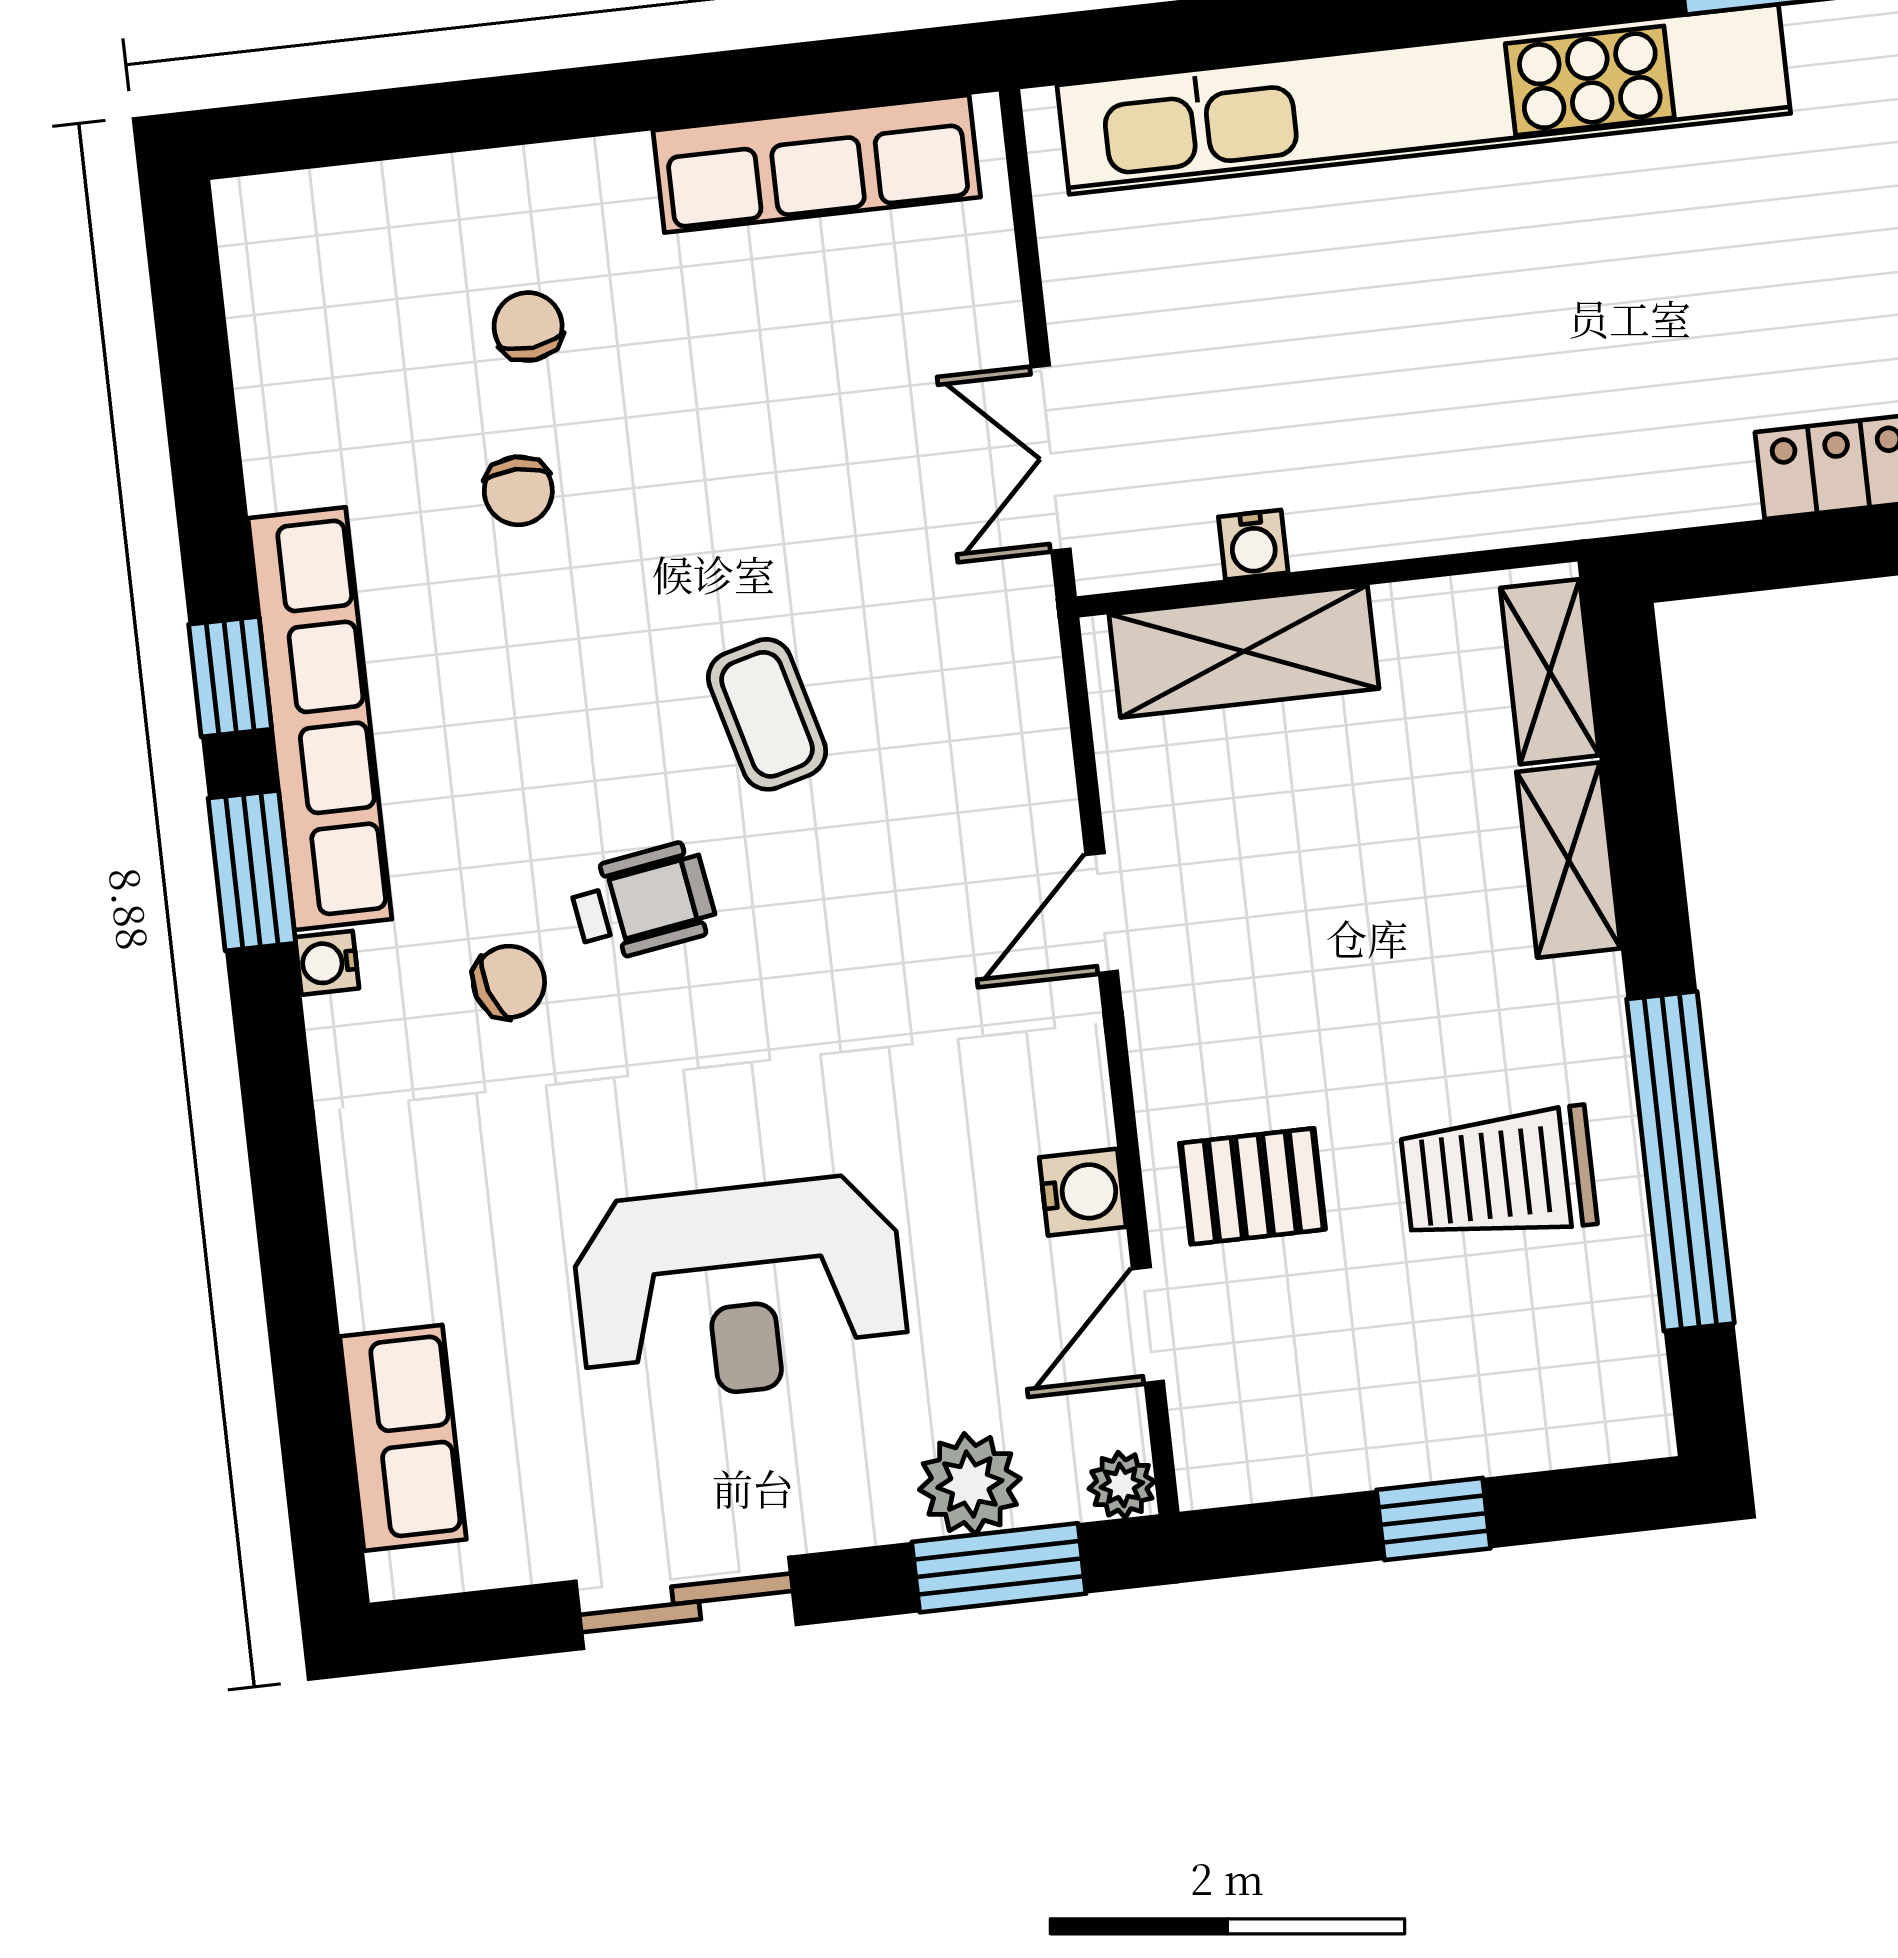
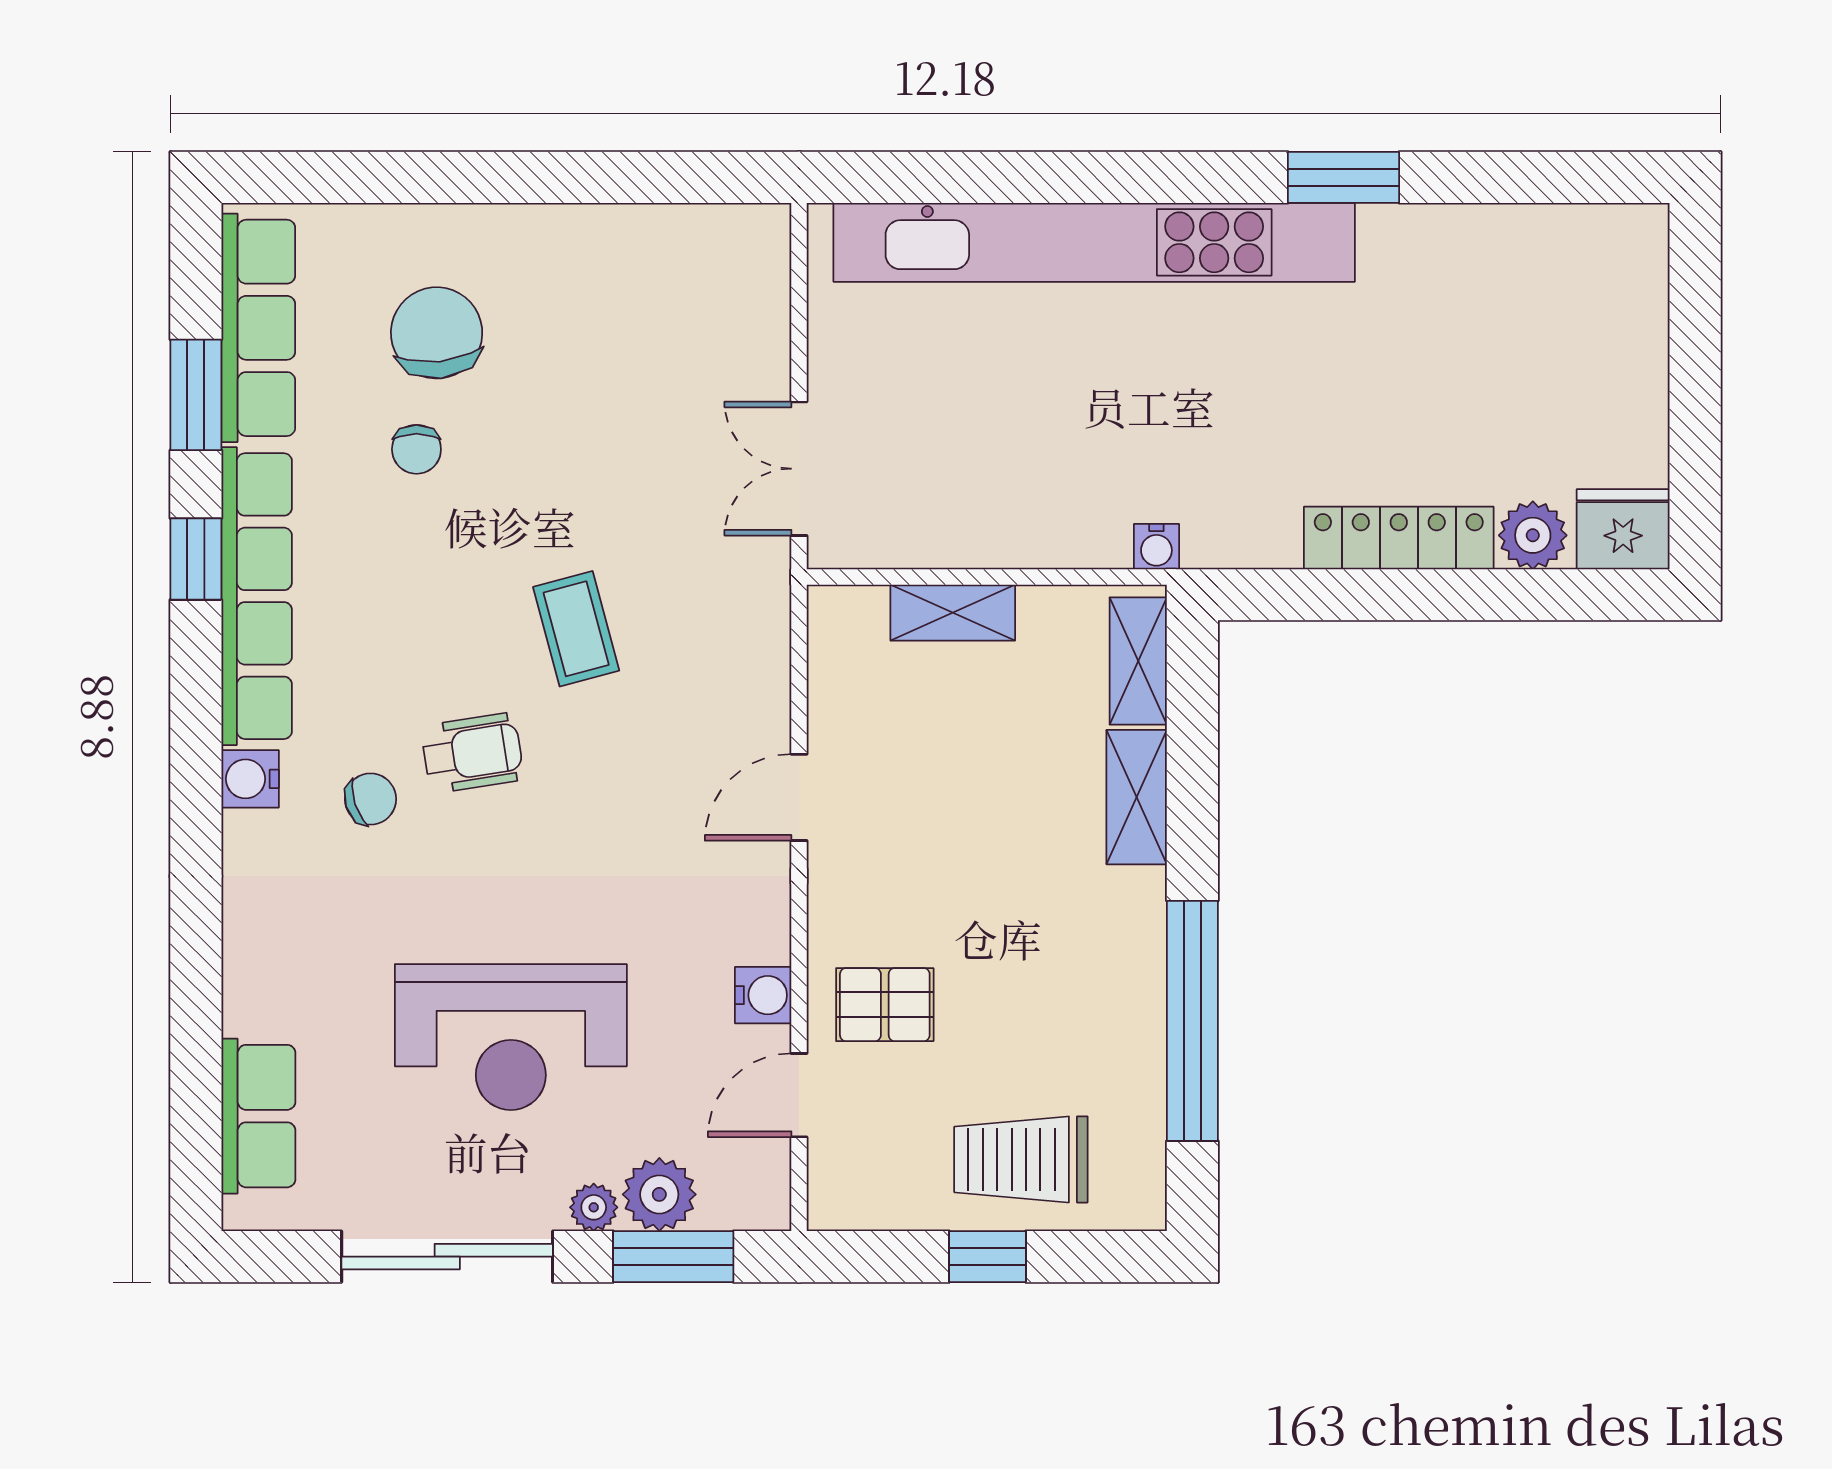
row of seats: (817, 164) -> (258, 328), moved, turned -90
chair: (528, 327) -> (437, 333), width x1.87, depth x1.87
water cooler: (1253, 545) -> (1156, 547), moved
shelving: (1244, 651) -> (953, 613), width x0.67, depth x0.75
window: (252, 871) -> (196, 395), moved
water cooler: (327, 963) -> (250, 779), width x1.38, depth x1.38
trolley: (1499, 1174) -> (1021, 1159), moved
plant: (1122, 1485) -> (594, 1207), moved
sliding door: (686, 1603) -> (447, 1257), width x1.37

